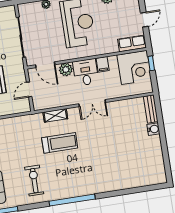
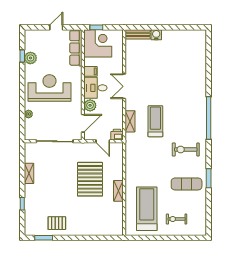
door: (144, 20) -> (56, 27), hinge flipped
row of seats: (132, 43) -> (76, 48), width x1.48
double door: (92, 103) -> (124, 86), swing flipped
printer: (39, 104) -> (117, 135), added

